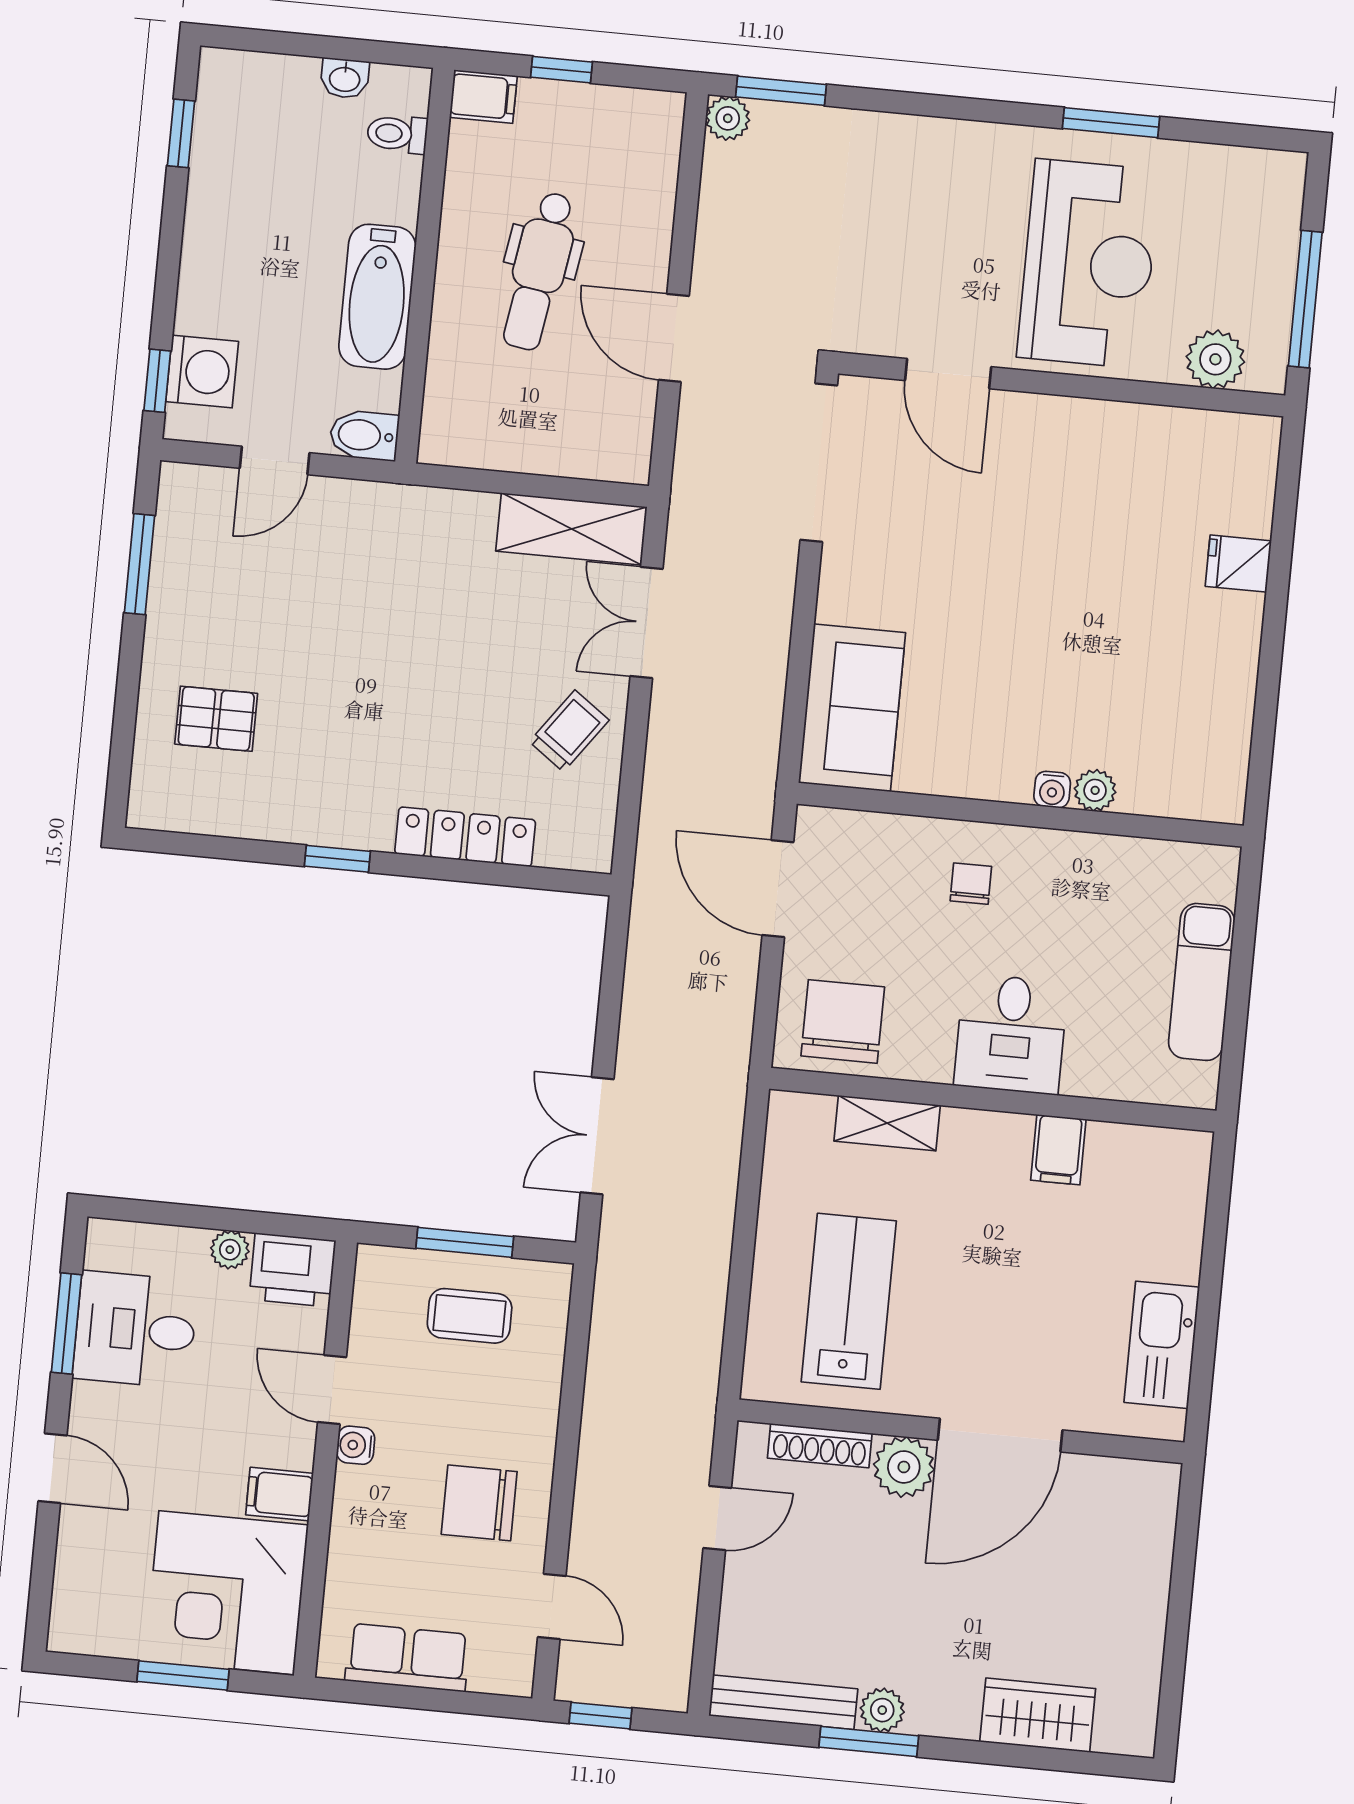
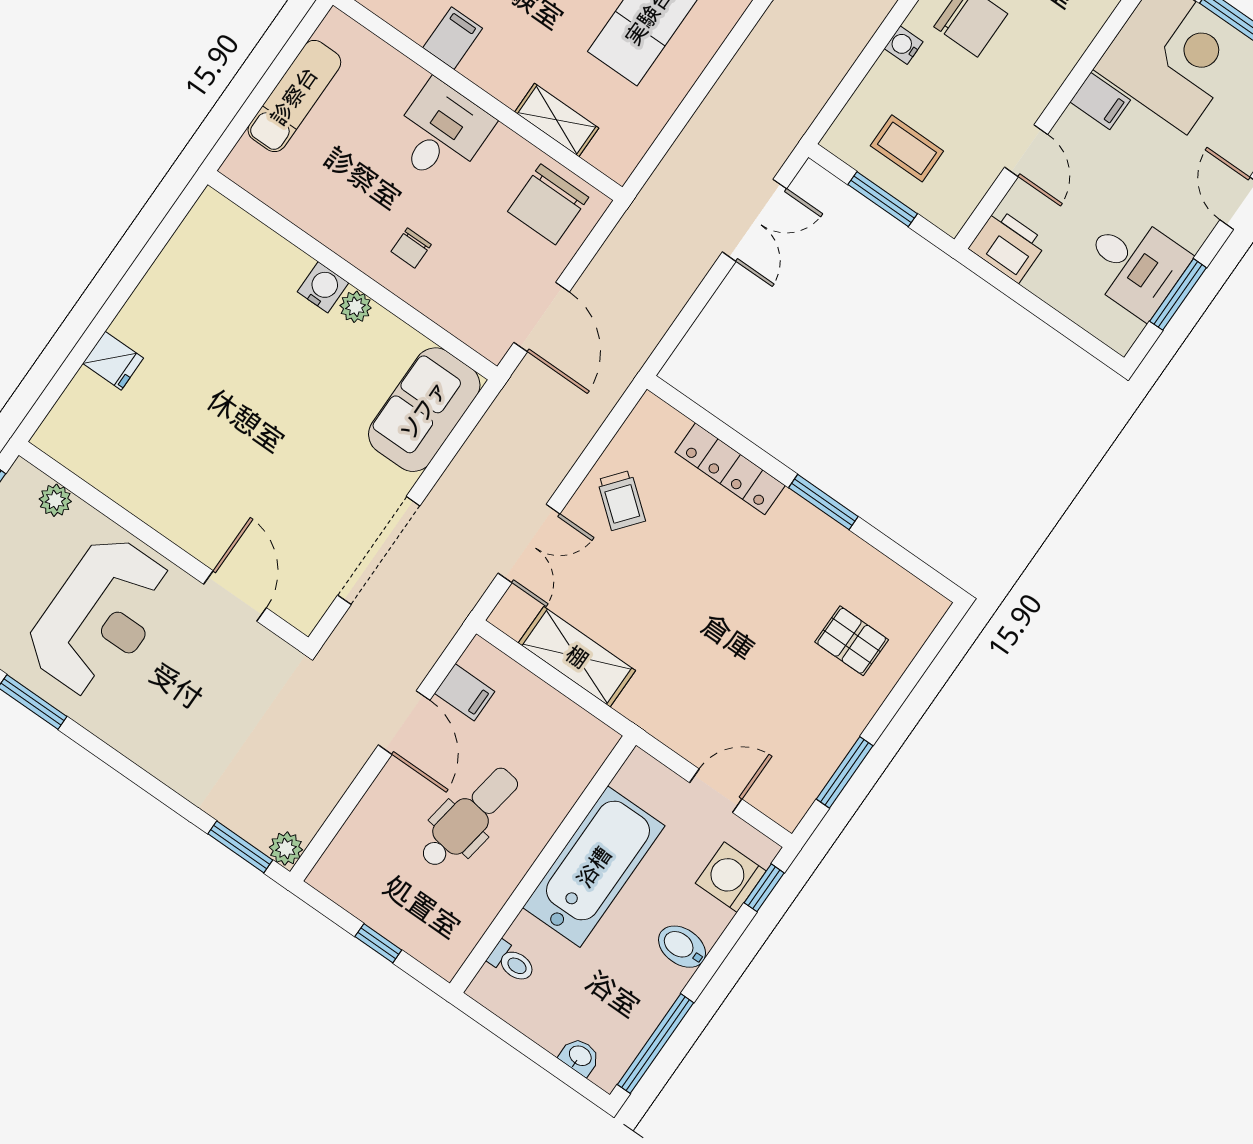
washbasin: (345, 78) -> (580, 1056), moved
filing cabinet: (483, 97) -> (465, 692), moved, turned 180
window: (181, 133) -> (655, 1044), width x2.17
reception desk: (1088, 264) -> (100, 617), turned 180
bathtub: (377, 297) -> (594, 867), width x1.36, depth x1.36
plant: (1215, 359) -> (55, 500), width x0.73, depth x0.73
bidet: (364, 435) -> (682, 947), moved, turned 180
doorway: (819, 463) -> (379, 550), moved
shelving: (571, 529) -> (577, 657), moved
trolley: (569, 731) -> (621, 500), turned -87
water cooler: (1052, 790) -> (323, 287), width x1.38, depth x1.38
plant: (1095, 790) -> (356, 307), moved
window: (337, 859) -> (823, 502), width x1.50
plant: (230, 1250) -> (1042, 282), removed
water cooler: (356, 1445) -> (904, 45), moved, turned 180

